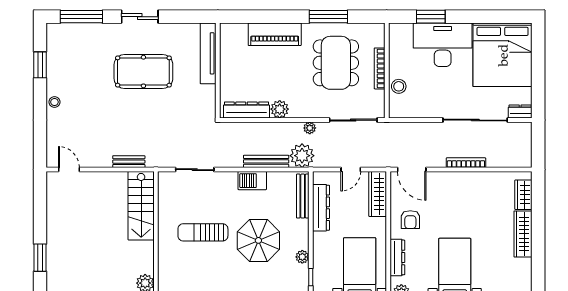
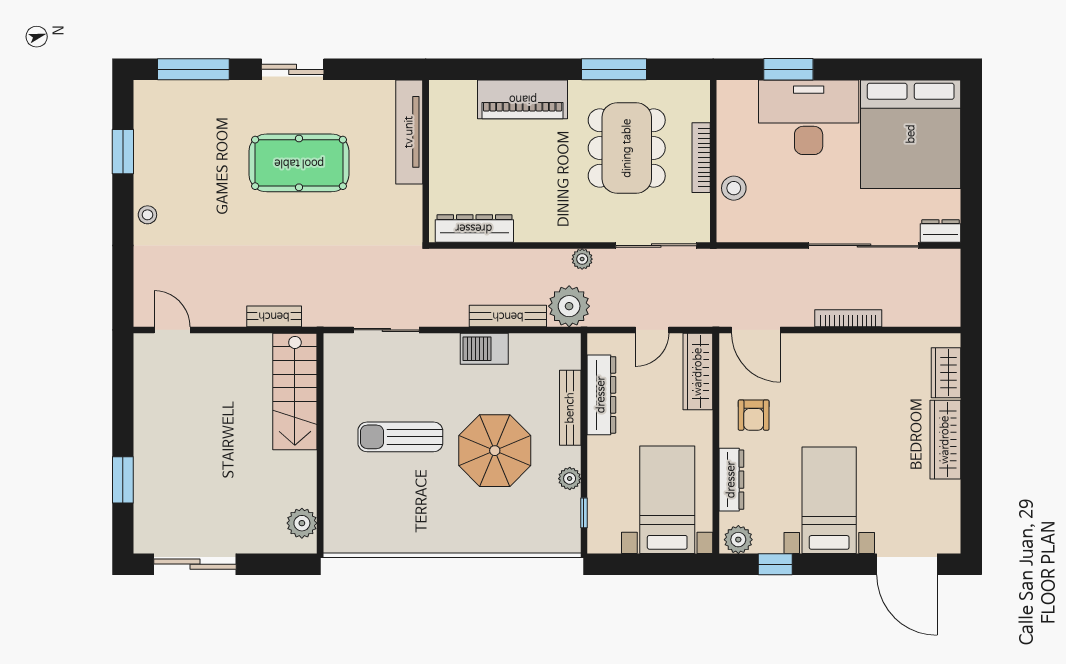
plant: (280, 109) -> (531, 227), removed
bench: (303, 196) -> (570, 408), moved

